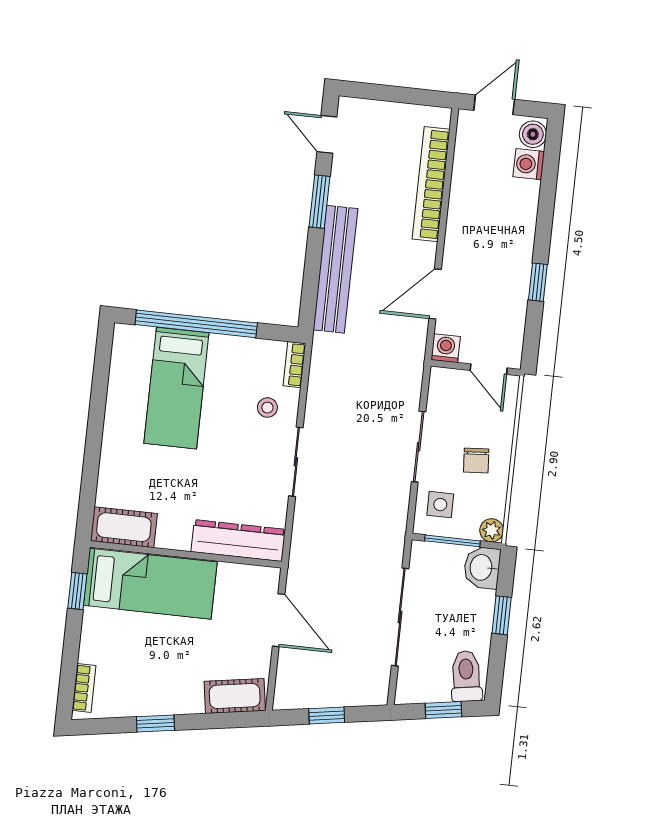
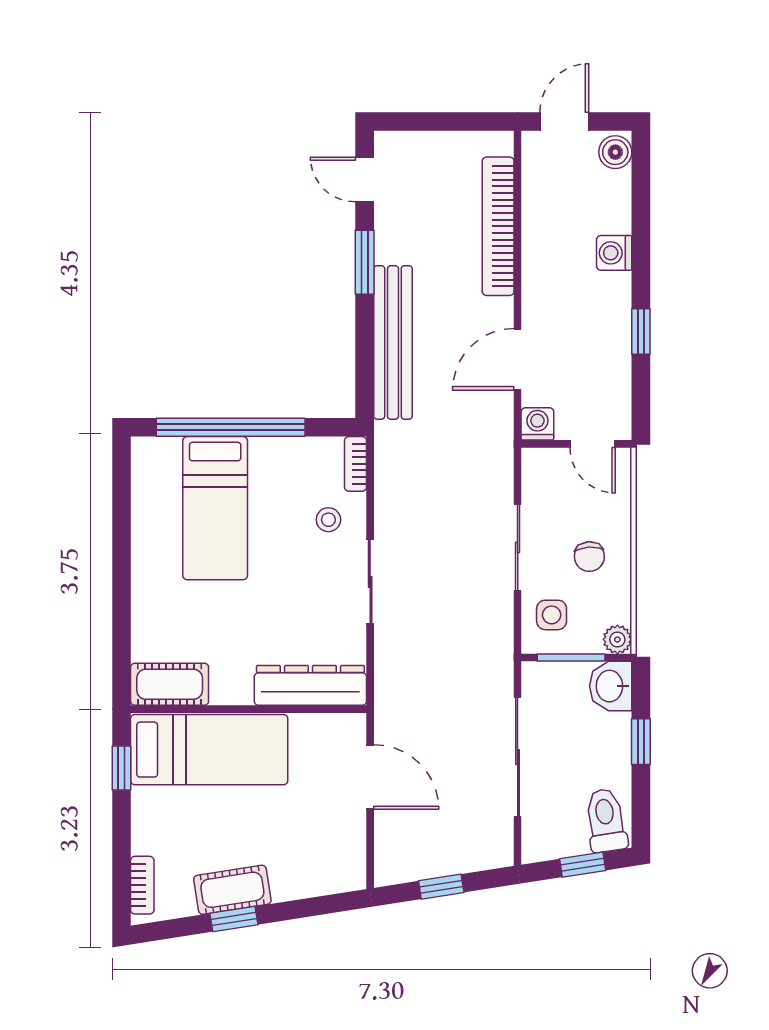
washing machine: (529, 164) -> (614, 253), moved
cot: (235, 696) -> (232, 890), moved

